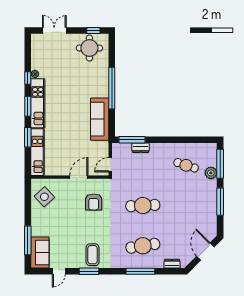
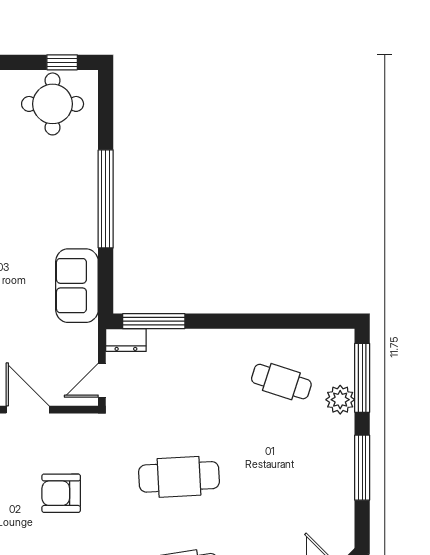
sofa: (100, 119) -> (77, 286), width x0.73
dresser: (140, 148) -> (126, 340), moved
door: (79, 177) -> (28, 410), hinge flipped
armchair: (94, 202) -> (61, 493), moved, turned 90

